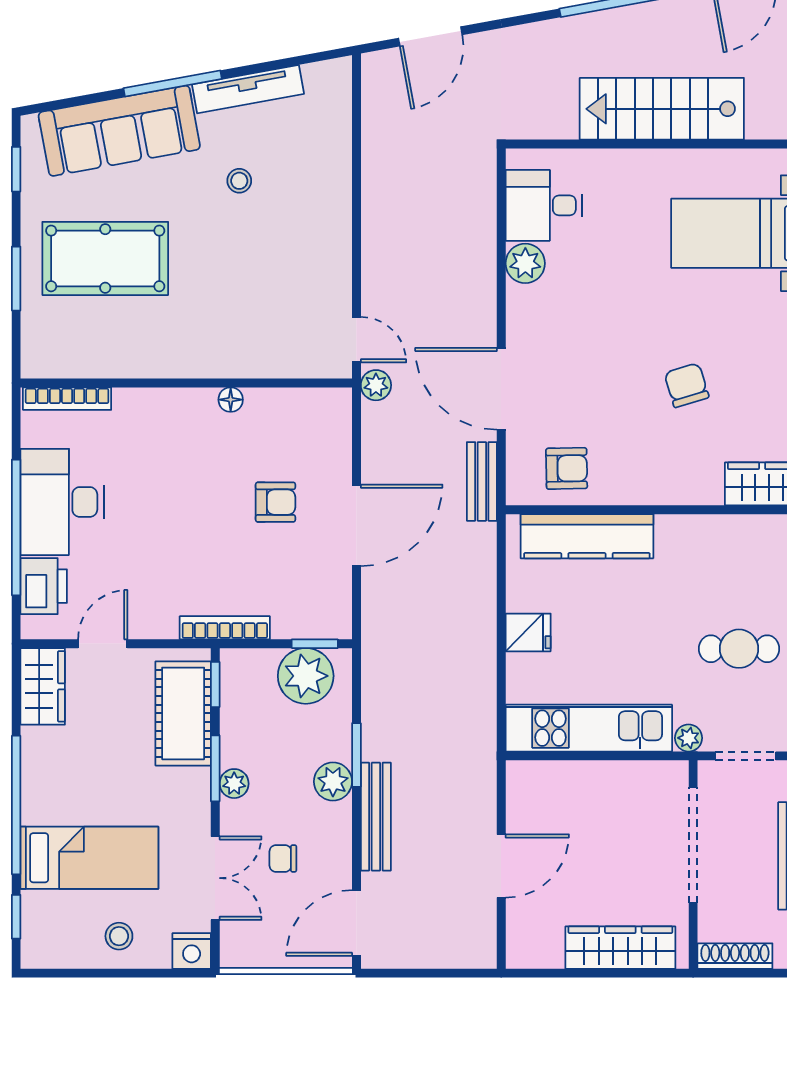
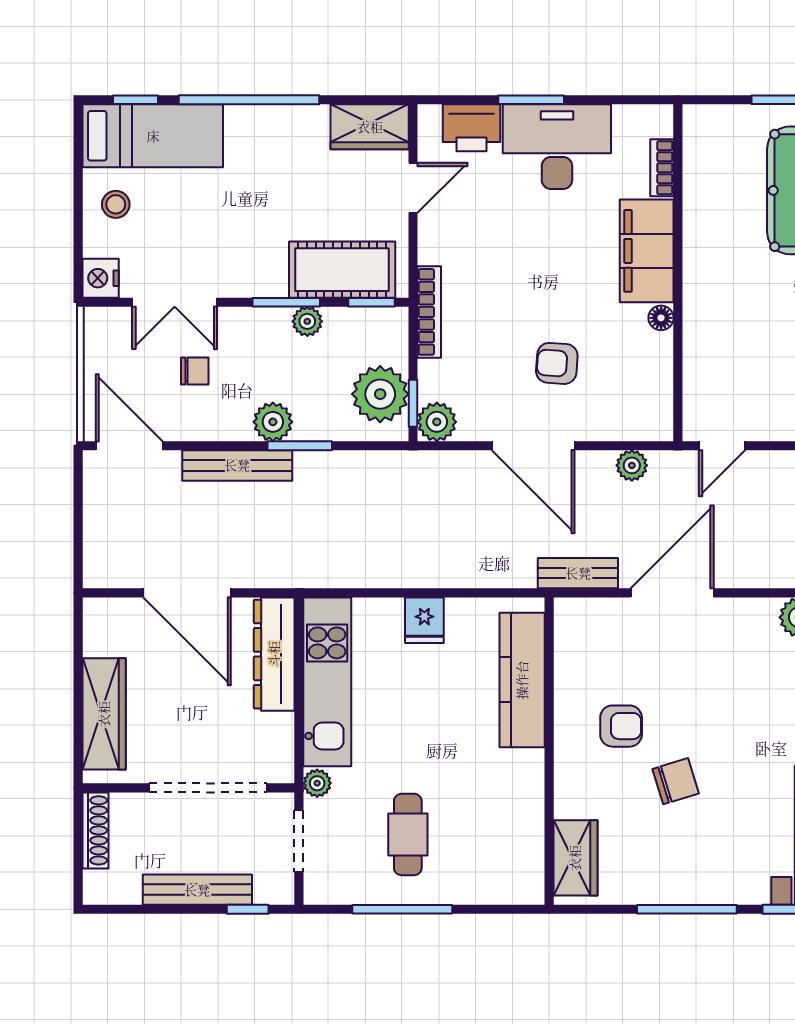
plant: (376, 385) -> (632, 465), moved
bookcase: (67, 399) -> (662, 168), width x0.64
filing cabinet: (165, 414) -> (647, 251), added
armchair: (567, 468) -> (621, 726), moved, turned -89
armchair: (275, 502) -> (557, 363), turned 94
window: (16, 527) -> (531, 100), width x0.47
plant: (333, 620) -> (437, 422), added
door: (103, 644) -> (413, 188), hinge flipped
dresser: (562, 780) -> (274, 654), added
plant: (234, 784) -> (307, 321), moved
bed: (89, 858) -> (153, 136), moved, turned -90
chair: (283, 858) -> (195, 371), turned 90
door: (501, 866) -> (187, 593), width x1.36

